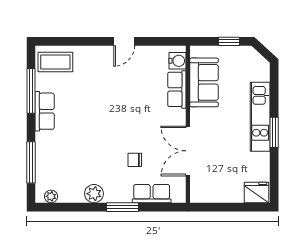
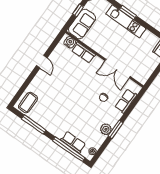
sofa: (204, 82) -> (82, 24), moved, turned 90
row of seats: (45, 111) -> (73, 142), moved
window: (274, 132) -> (128, 13), moved
window: (31, 162) -> (69, 149), width x1.46
window: (122, 207) -> (116, 129), moved

